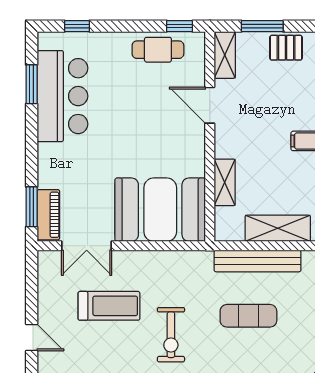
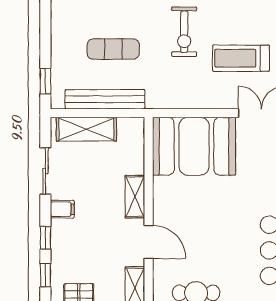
shelving: (225, 182) -> (135, 197), moved
exercise bike: (171, 335) -> (184, 32), turned 180

